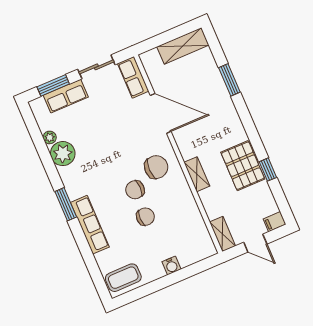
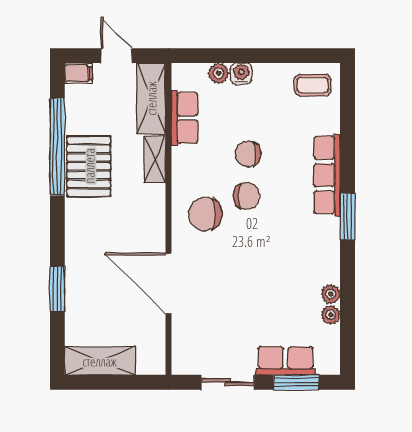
row of seats: (133, 77) -> (185, 118), moved
plant: (63, 154) -> (331, 294), width x0.53, depth x0.53
window: (268, 170) -> (57, 147), width x3.17
shelving: (197, 174) -> (155, 159), moved
shelving: (223, 234) -> (151, 98), width x1.50, depth x1.33
plant: (186, 260) -> (218, 73), added
coffee table: (123, 278) -> (313, 85), width x0.73, depth x0.77

